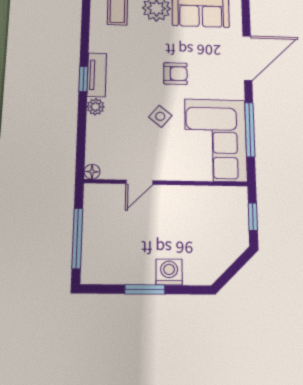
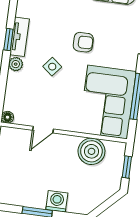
side table: (160, 116) -> (52, 67), moved
boiler: (205, 202) -> (91, 151), added

